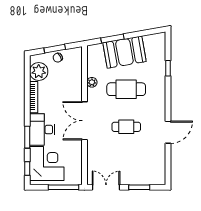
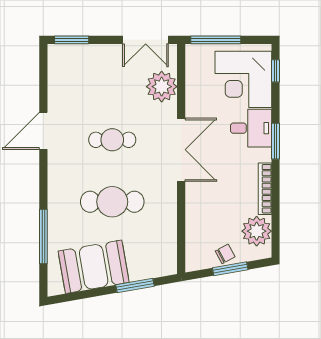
booth: (124, 52) -> (94, 267), moved
window: (168, 68) -> (43, 236), width x2.17
plant: (92, 82) -> (162, 87), moved, width x1.88, depth x1.88
desk: (42, 130) -> (251, 128), width x0.73
window: (27, 137) -> (276, 141), moved
window: (139, 187) -> (72, 40), moved

